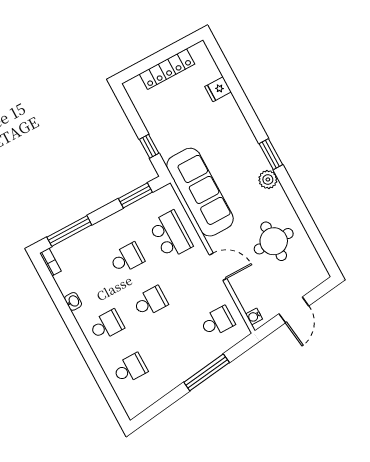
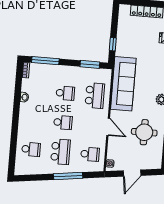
school desk: (107, 325) -> (60, 152), moved, width x1.85

